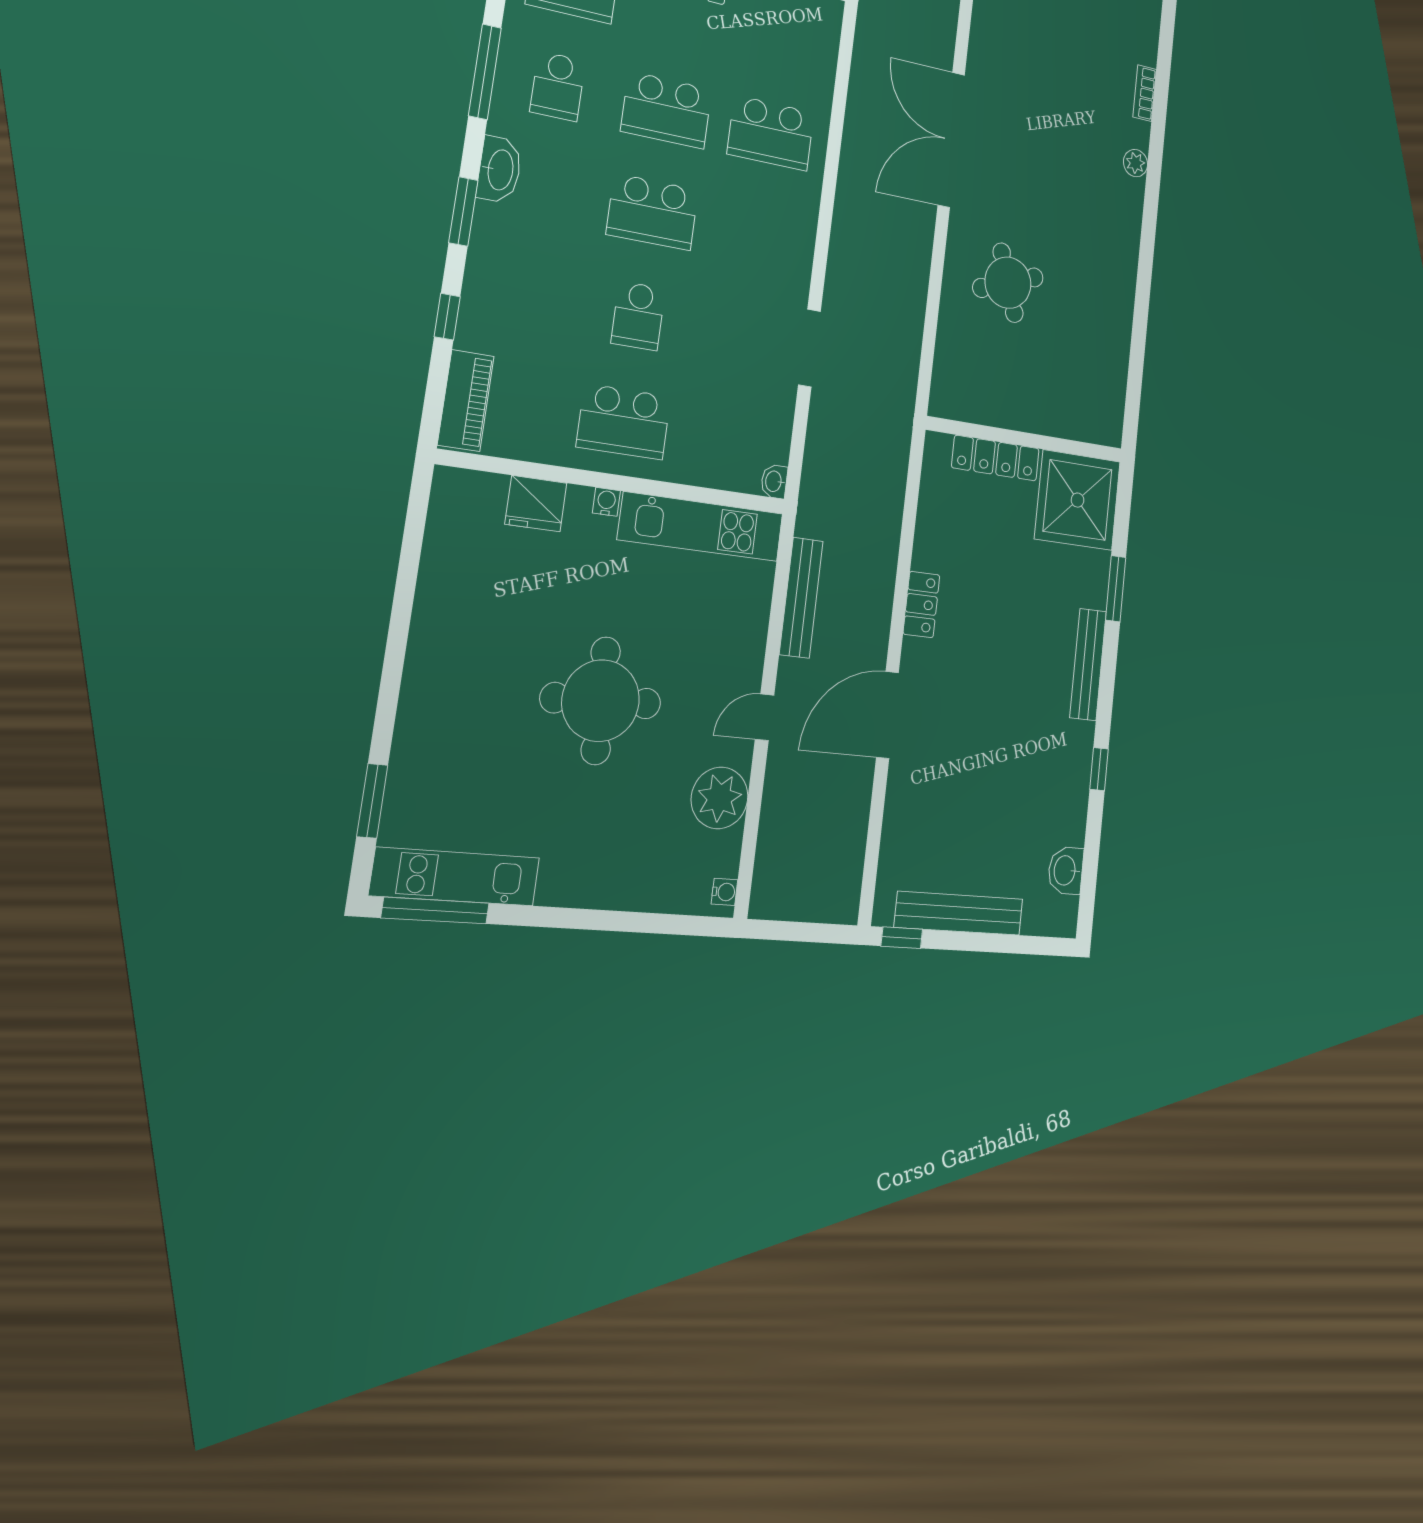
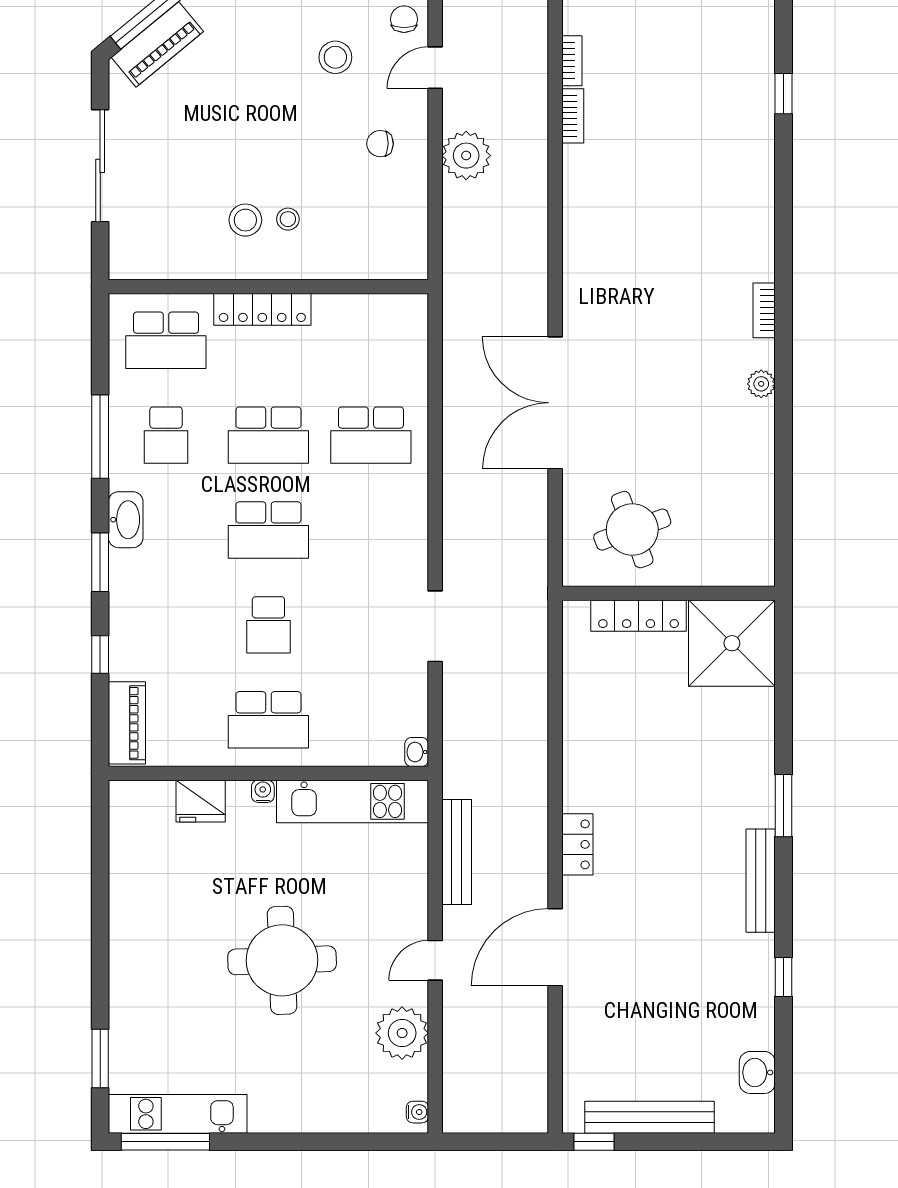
wall: (1025, 439) -> (668, 593), moved
locker: (996, 458) -> (639, 616), moved
shower: (1078, 500) -> (732, 643), moved

